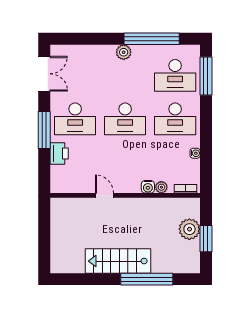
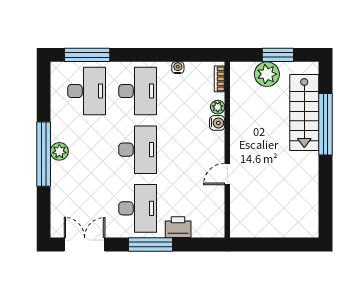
window: (152, 39) -> (44, 154), moved
stairs: (118, 261) -> (304, 113), moved

